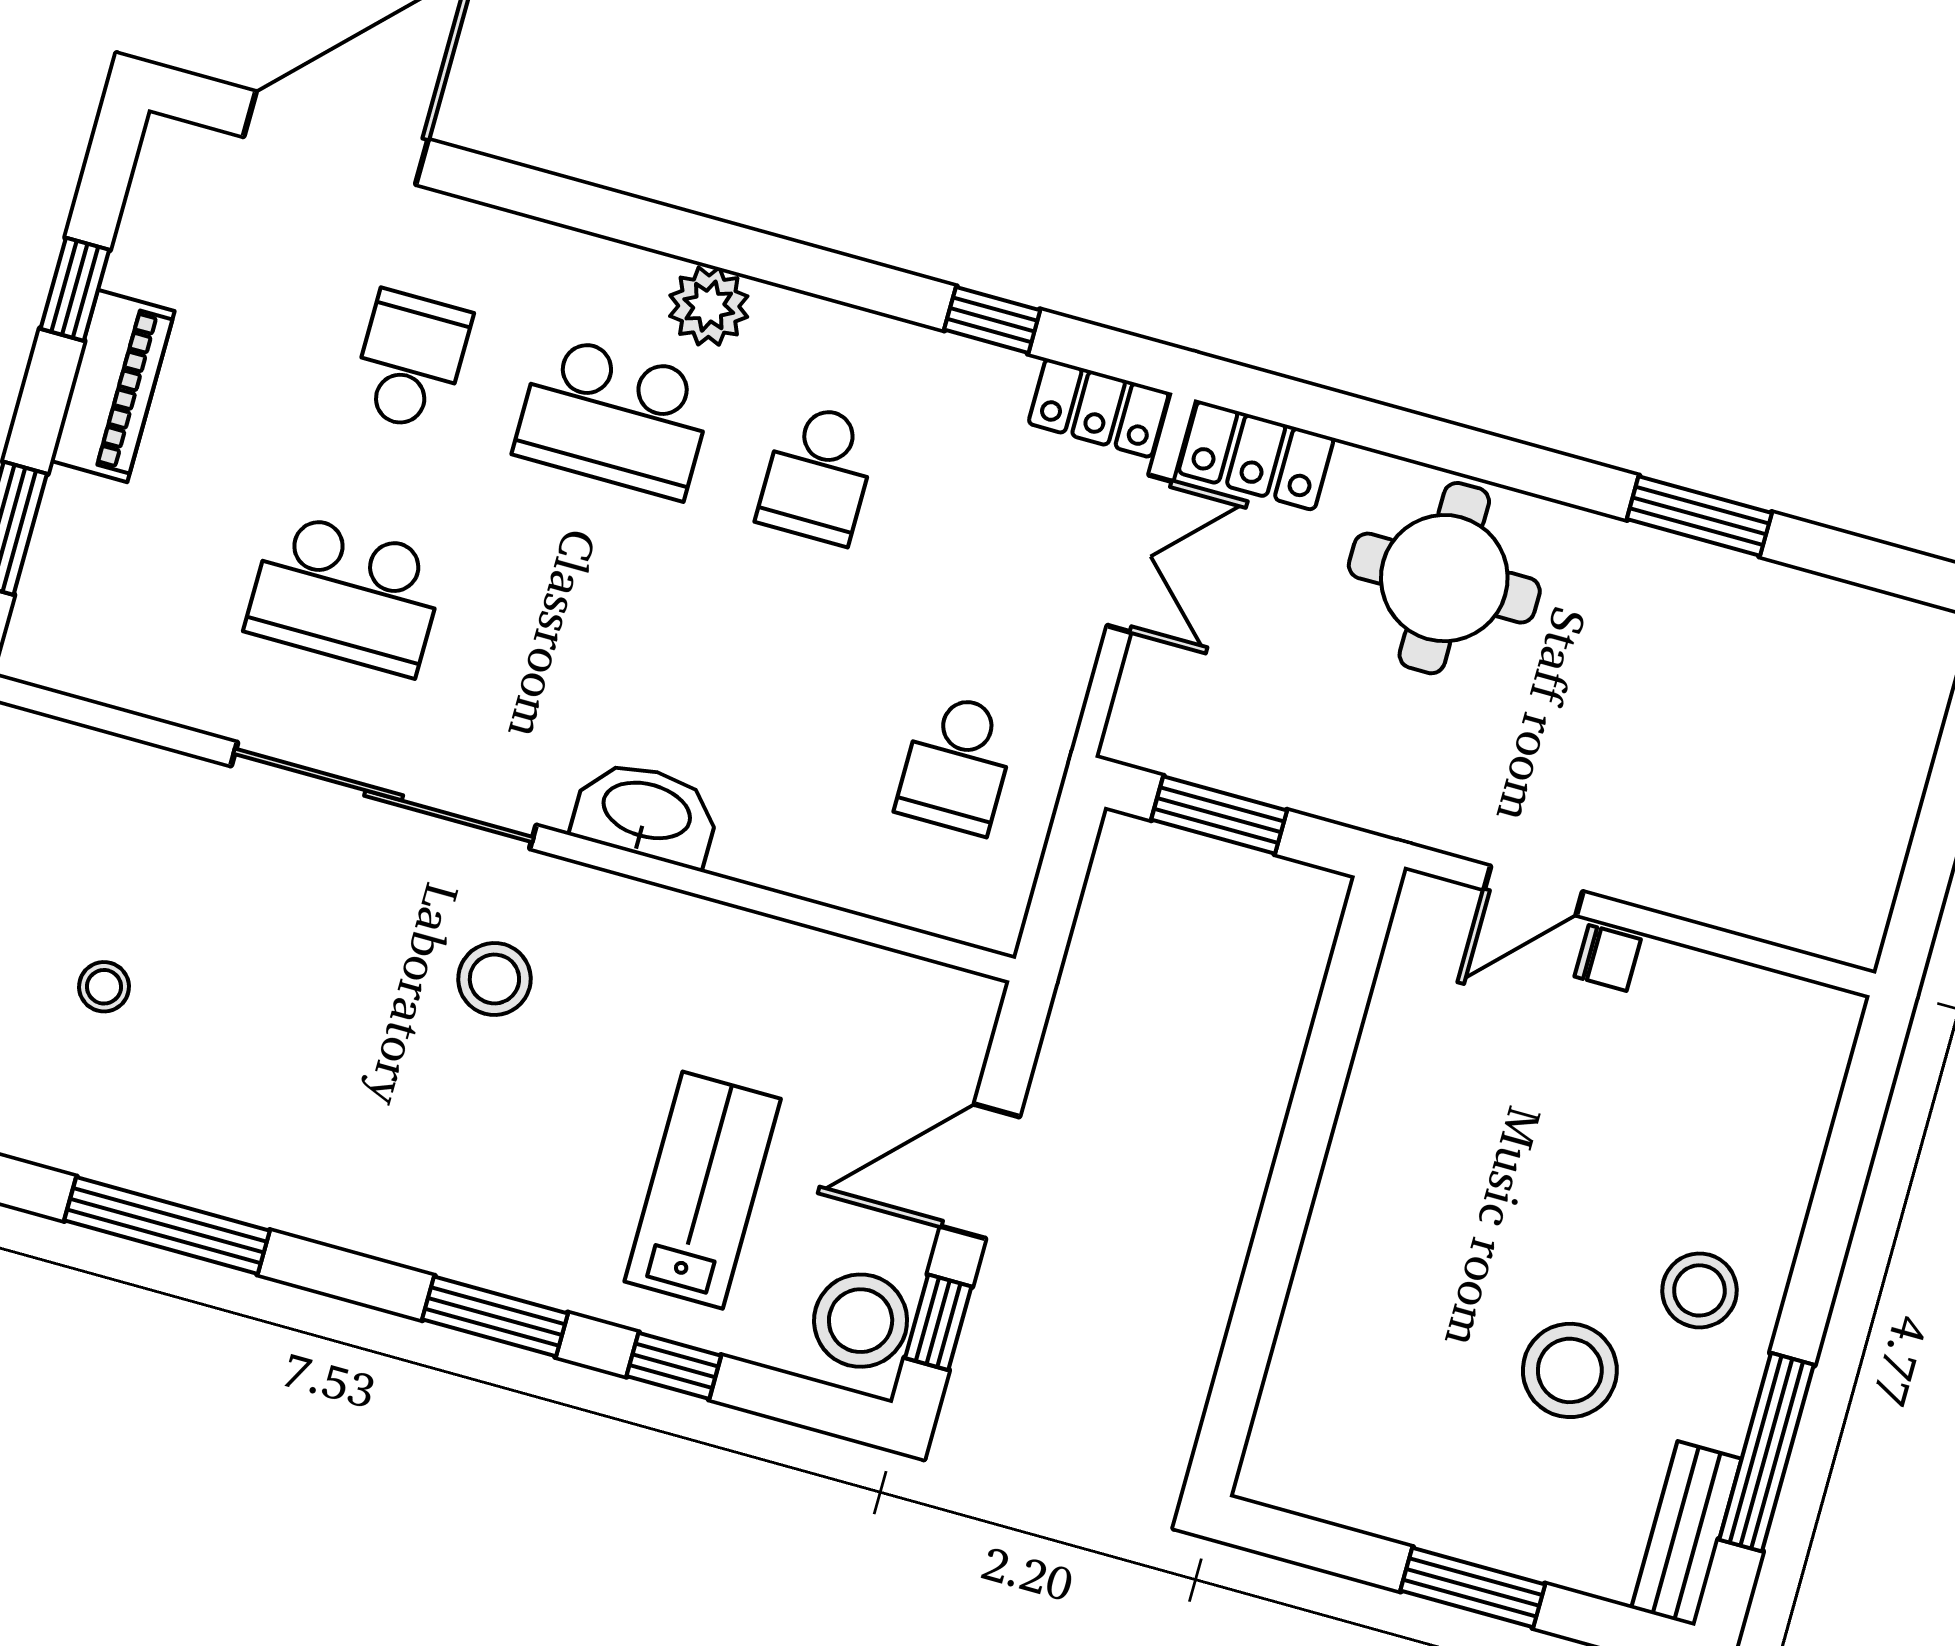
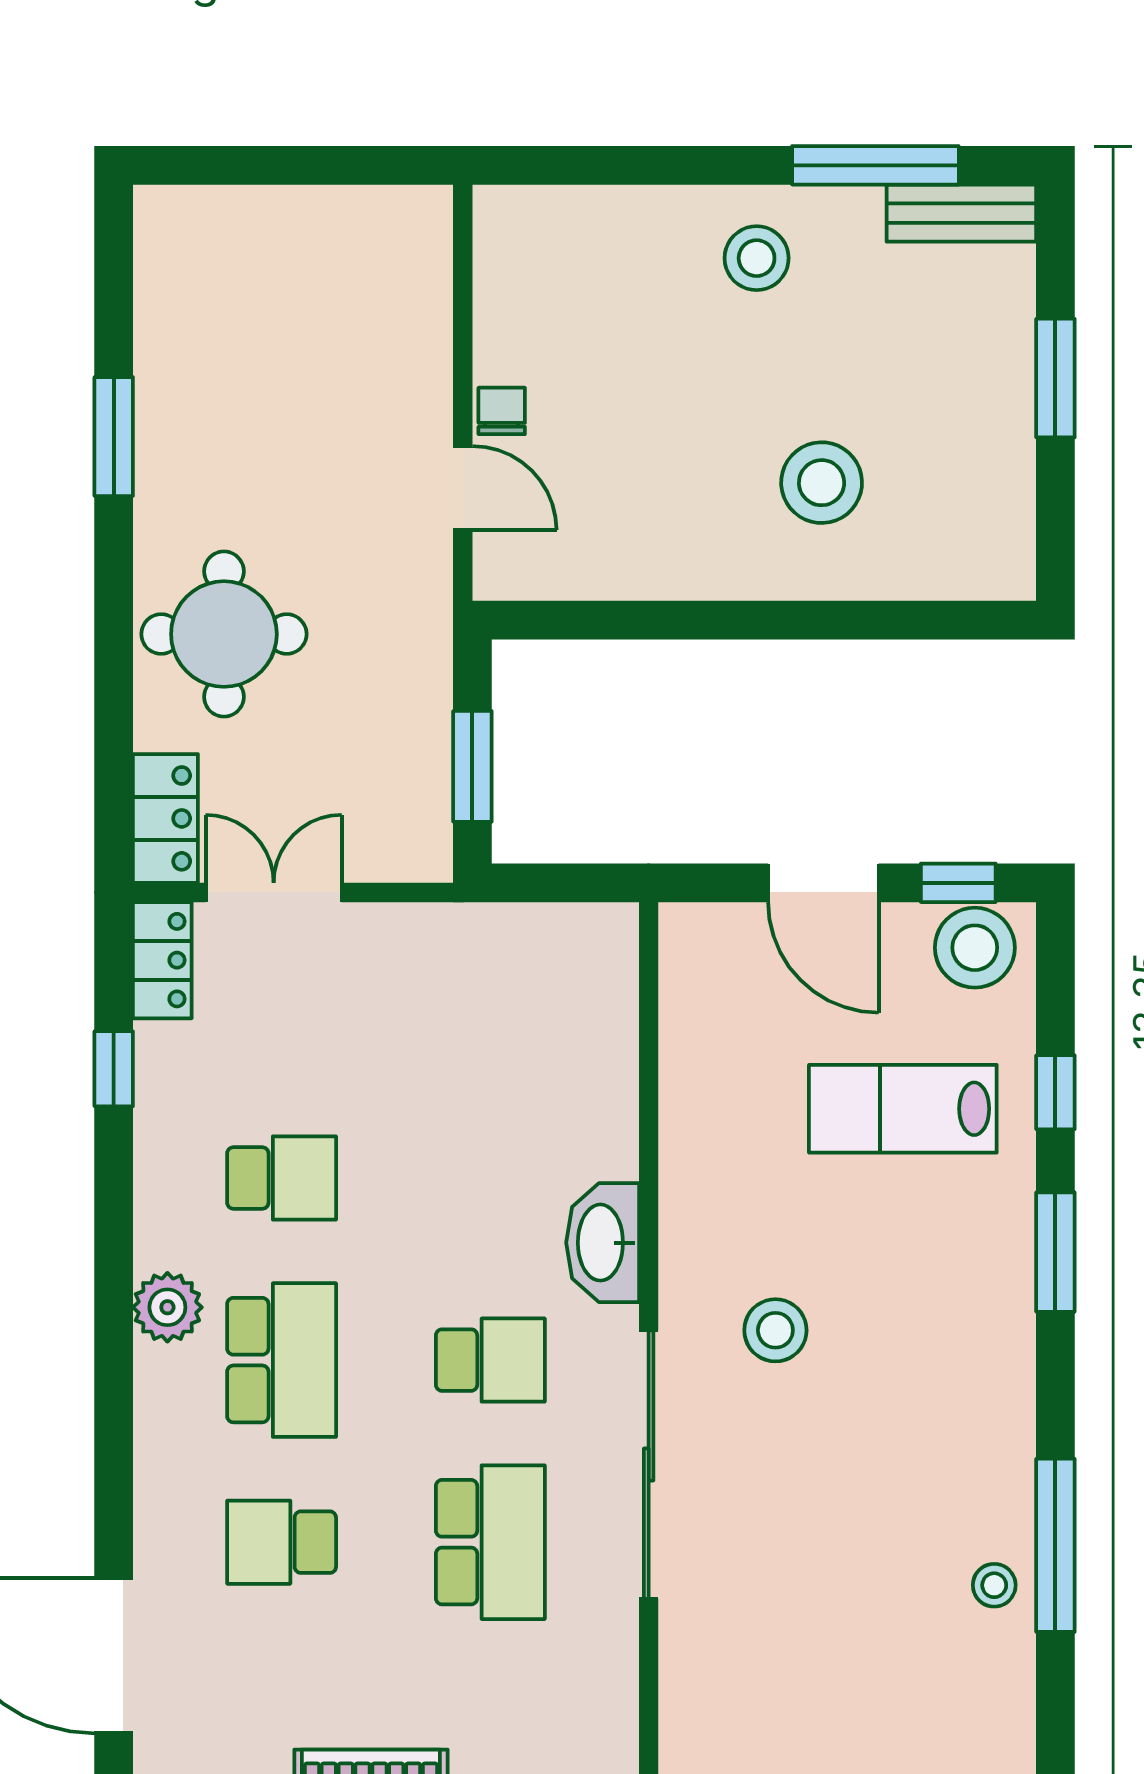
school desk: (957, 764) -> (490, 1360), moved
stool: (104, 987) -> (994, 1585), moved
stool: (1570, 1370) -> (822, 483), moved

